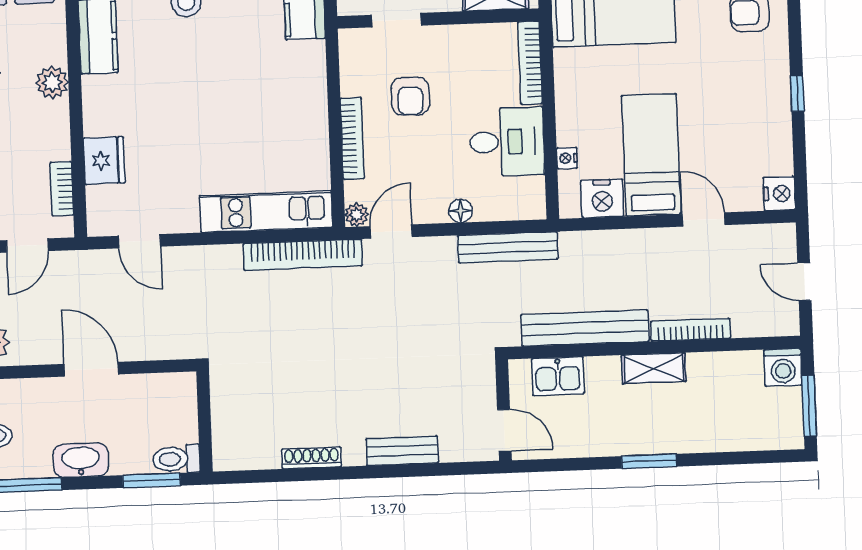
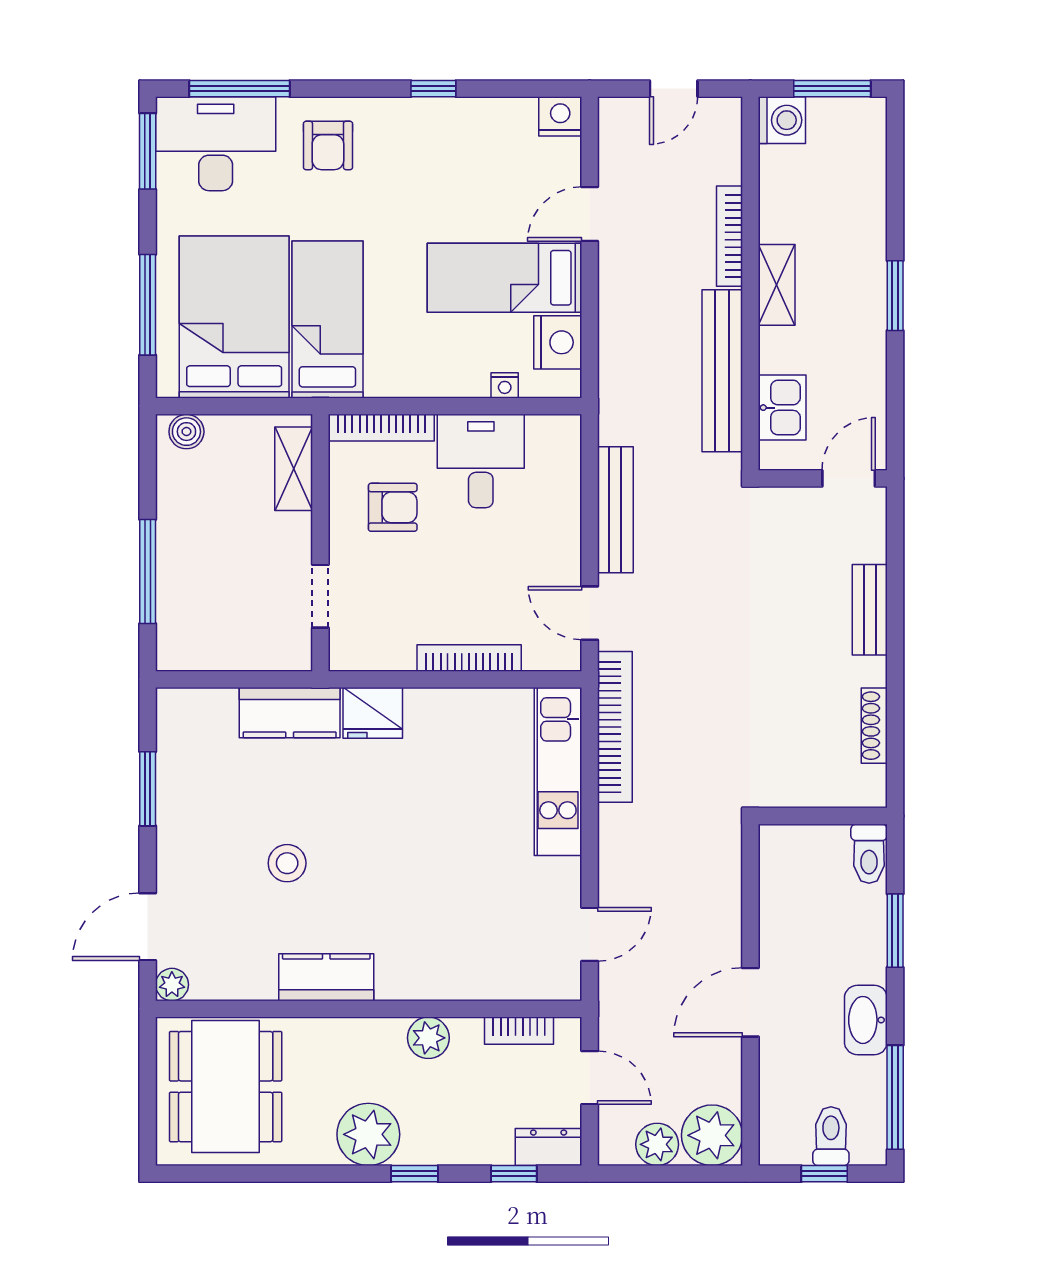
plant: (52, 82) -> (428, 1038), moved
armchair: (410, 96) -> (393, 507), moved
fridge: (104, 161) -> (373, 713), moved, turned 180
floor lamp: (461, 211) -> (567, 524), removed
plant: (357, 215) -> (567, 656), removed
bench: (508, 247) -> (615, 510), moved
wall: (204, 422) -> (823, 816), moved
toilet: (176, 459) -> (869, 854), moved

